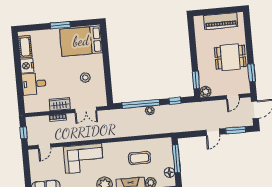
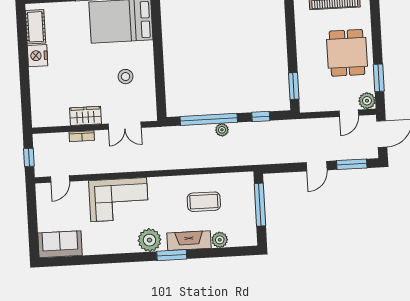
dining table: (230, 57) -> (347, 53), turned 90
desk: (34, 84) -> (47, 83), removed
plant: (205, 92) -> (367, 101), moved
floor lamp: (169, 172) -> (249, 225), removed

